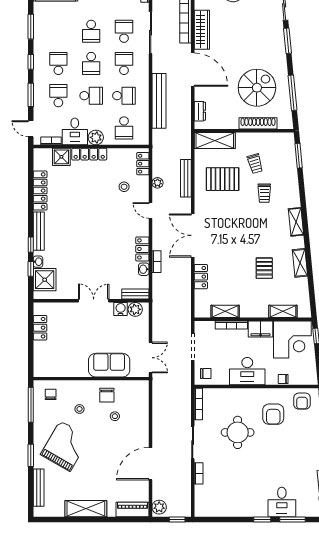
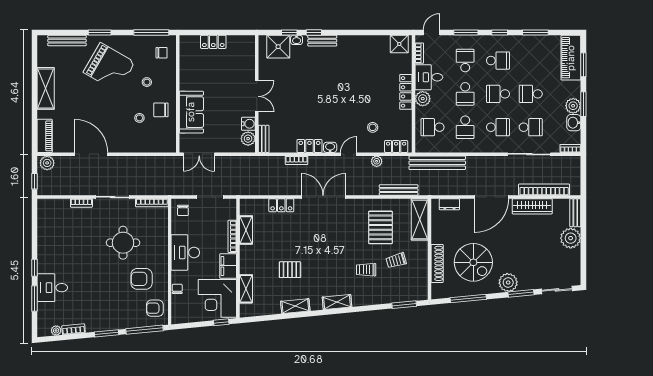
plant: (277, 53) -> (508, 282), added
school desk: (58, 96) -> (465, 61), turned -90
bench: (159, 101) -> (437, 163), moved
shower: (61, 157) -> (399, 44), moved
bench: (186, 178) -> (399, 190), moved
locker: (40, 191) -> (369, 42), removed
bench: (39, 231) -> (322, 41), width x0.73
washbasin: (144, 269) -> (330, 147), moved
locker: (40, 328) -> (213, 42), moved

